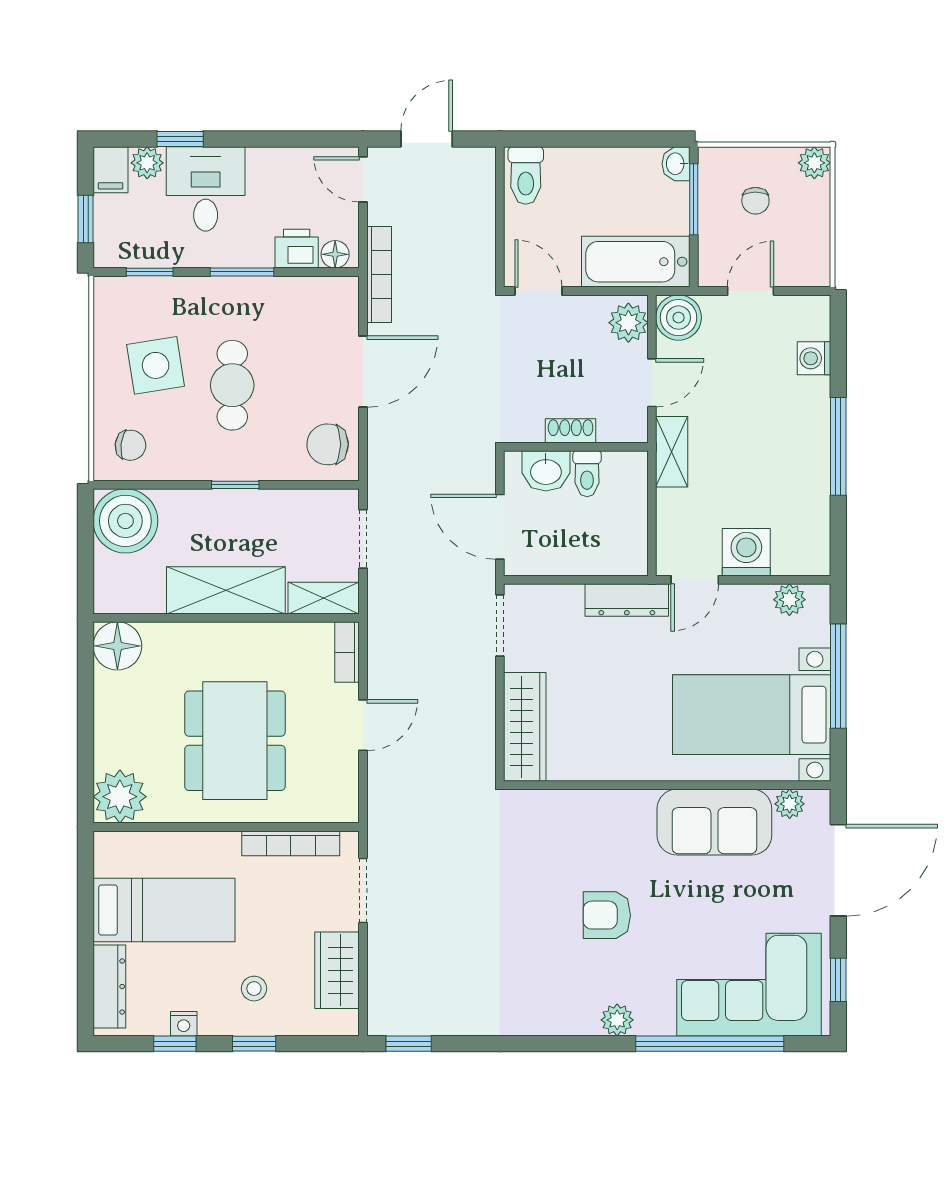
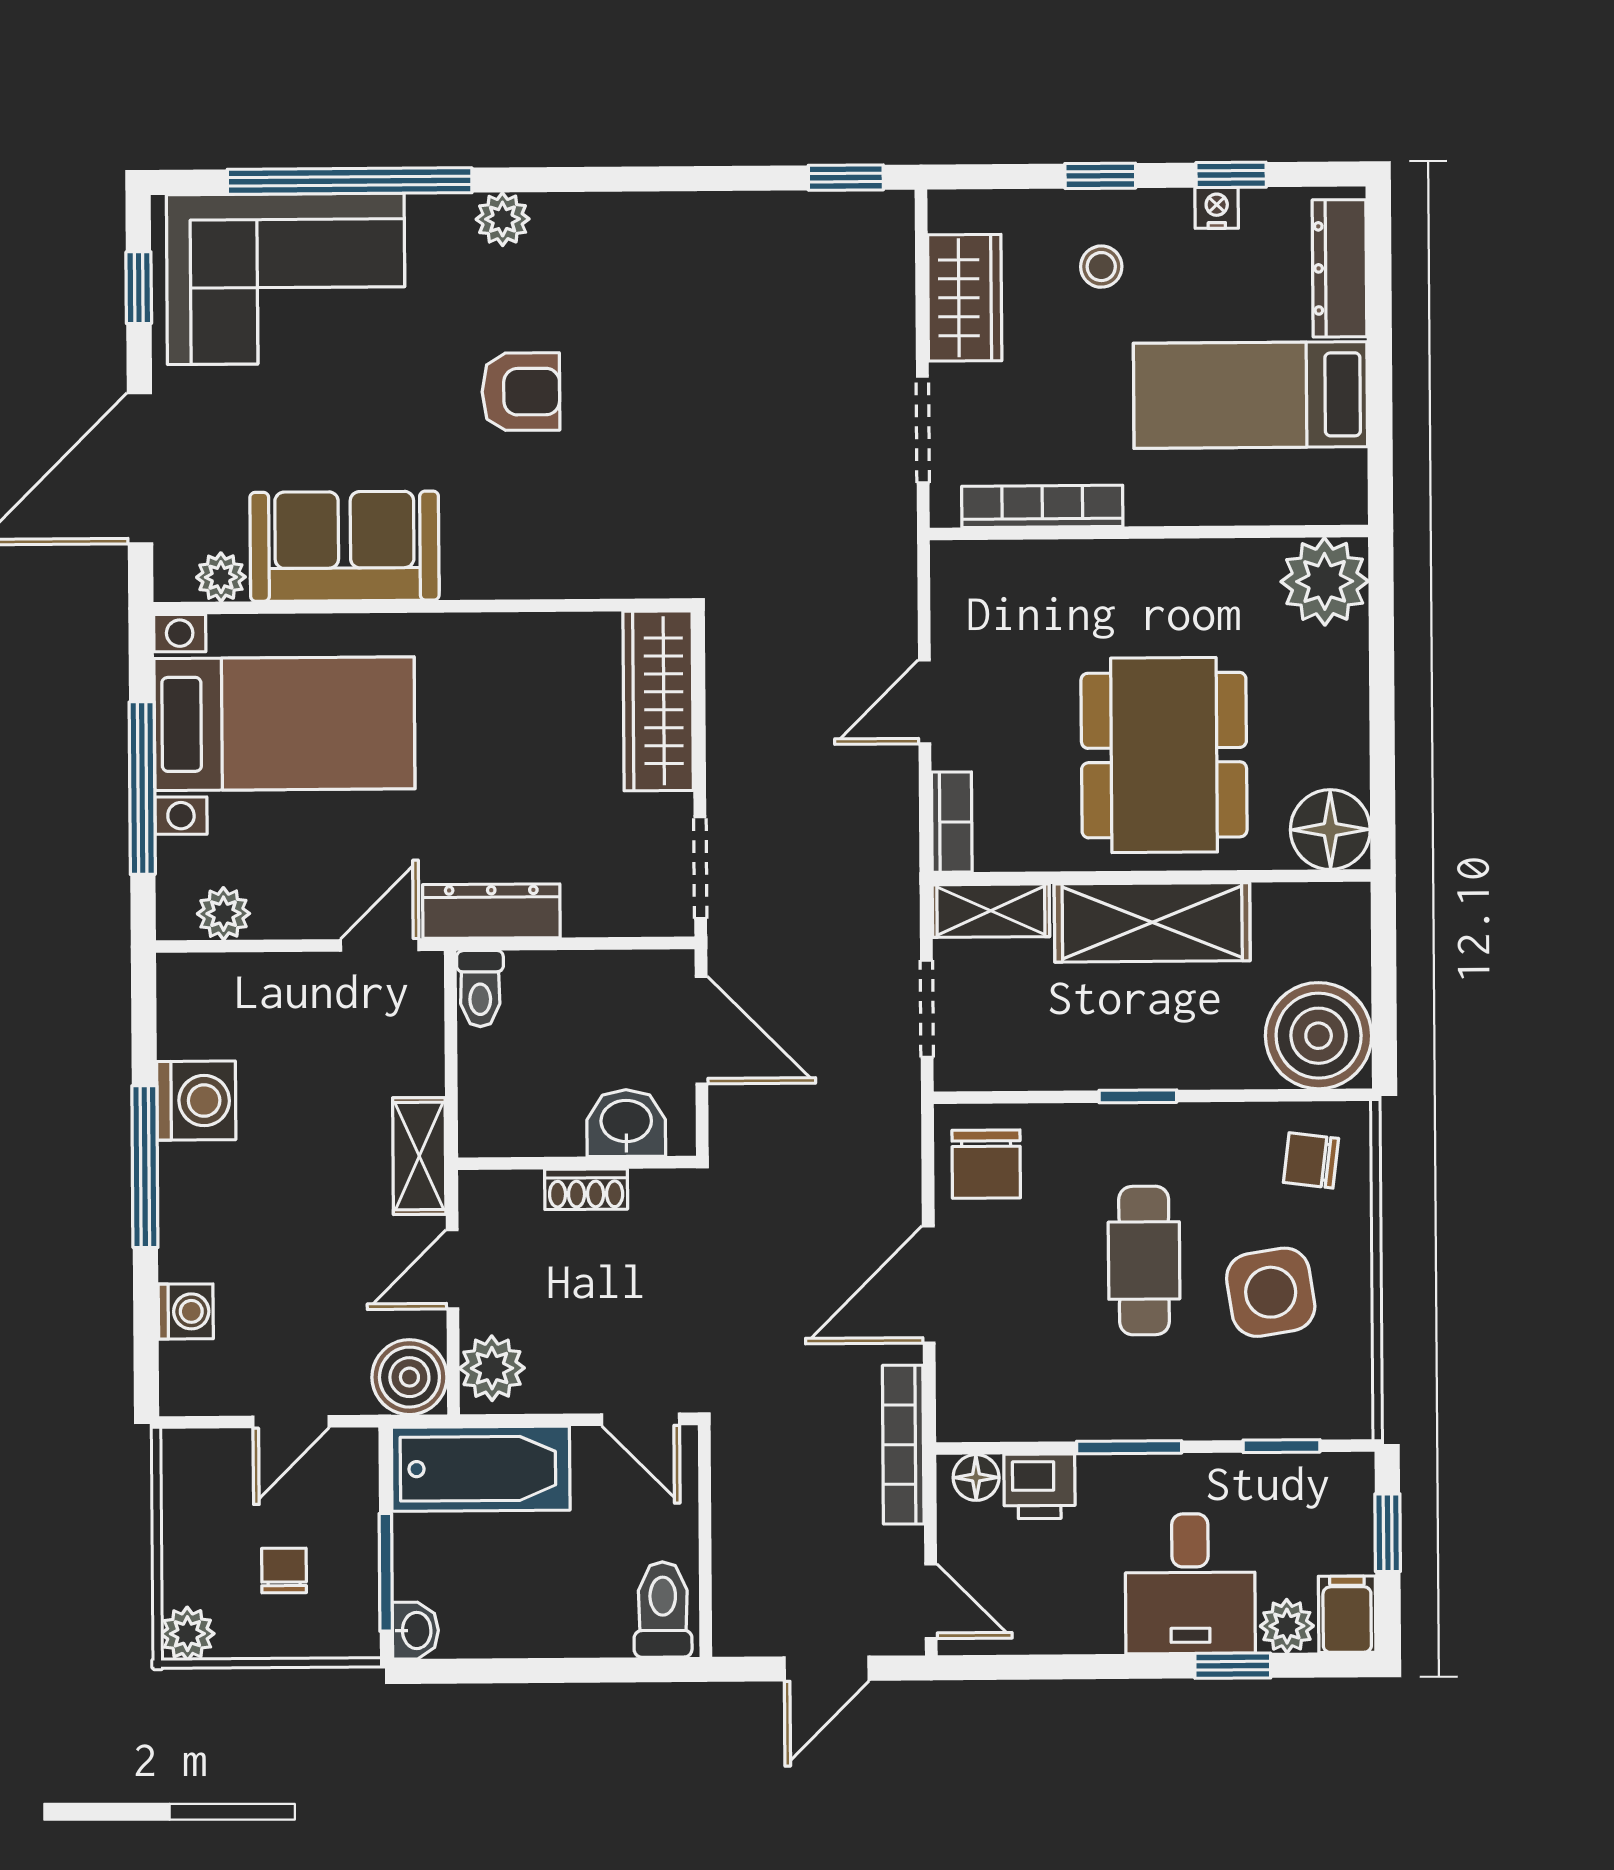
chair: (328, 444) -> (986, 1164), turned 89
toilet: (587, 474) -> (480, 989), moved, turned 180
washing machine: (746, 552) -> (196, 1101), moved, turned -90
dining table: (235, 741) -> (1164, 755), moved

